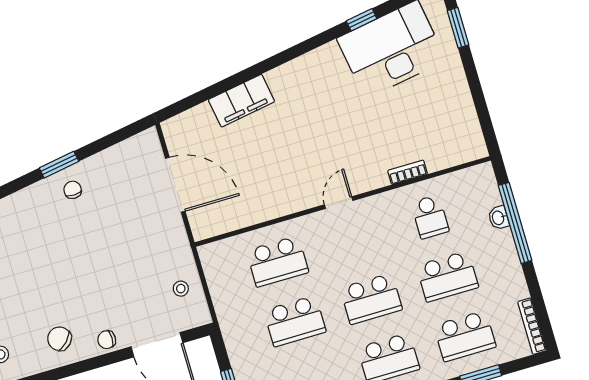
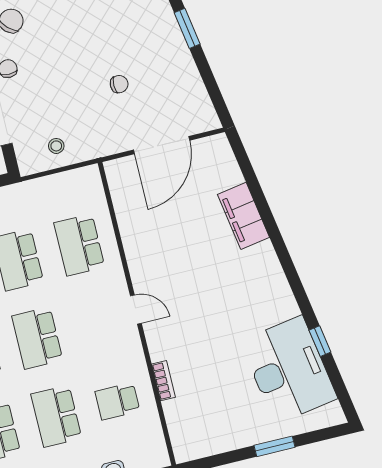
window: (458, 28) -> (275, 446), moved
chair: (73, 190) -> (119, 84), moved

